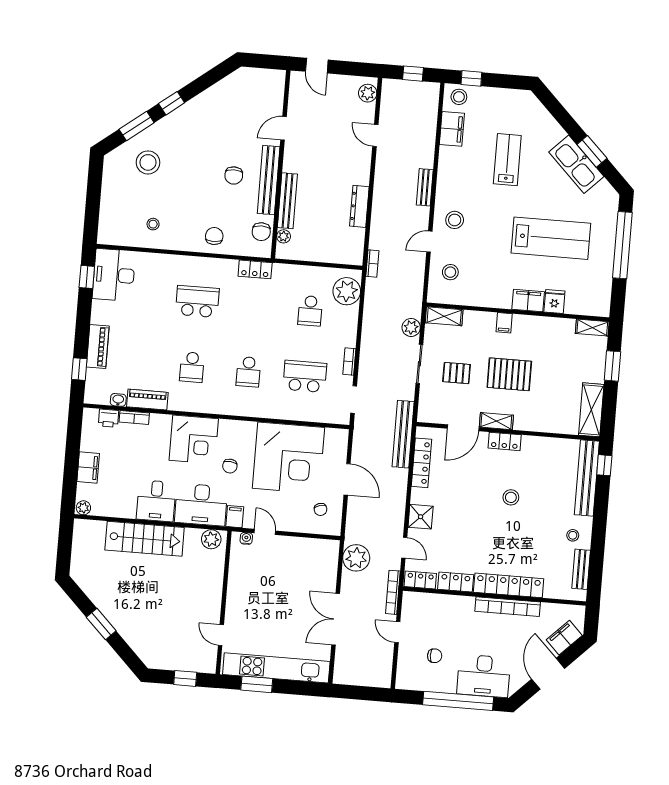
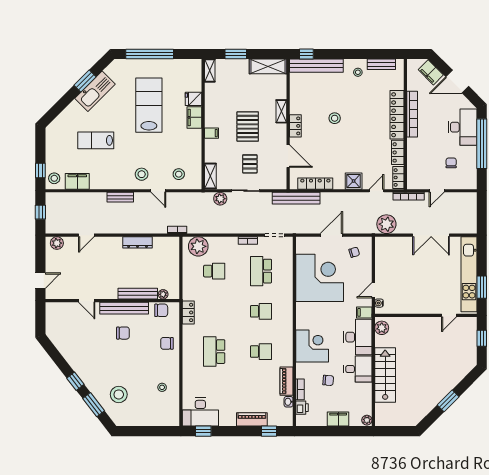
shelving: (496, 421) -> (281, 111), moved
chair: (230, 466) -> (328, 380), moved

